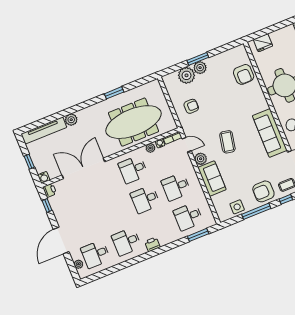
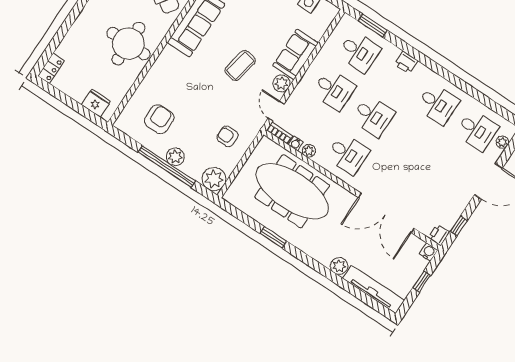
window: (198, 59) -> (167, 167), width x2.11
armchair: (244, 74) -> (159, 119), moved
plant: (186, 75) -> (214, 179), moved
printer: (152, 244) -> (406, 62), moved

